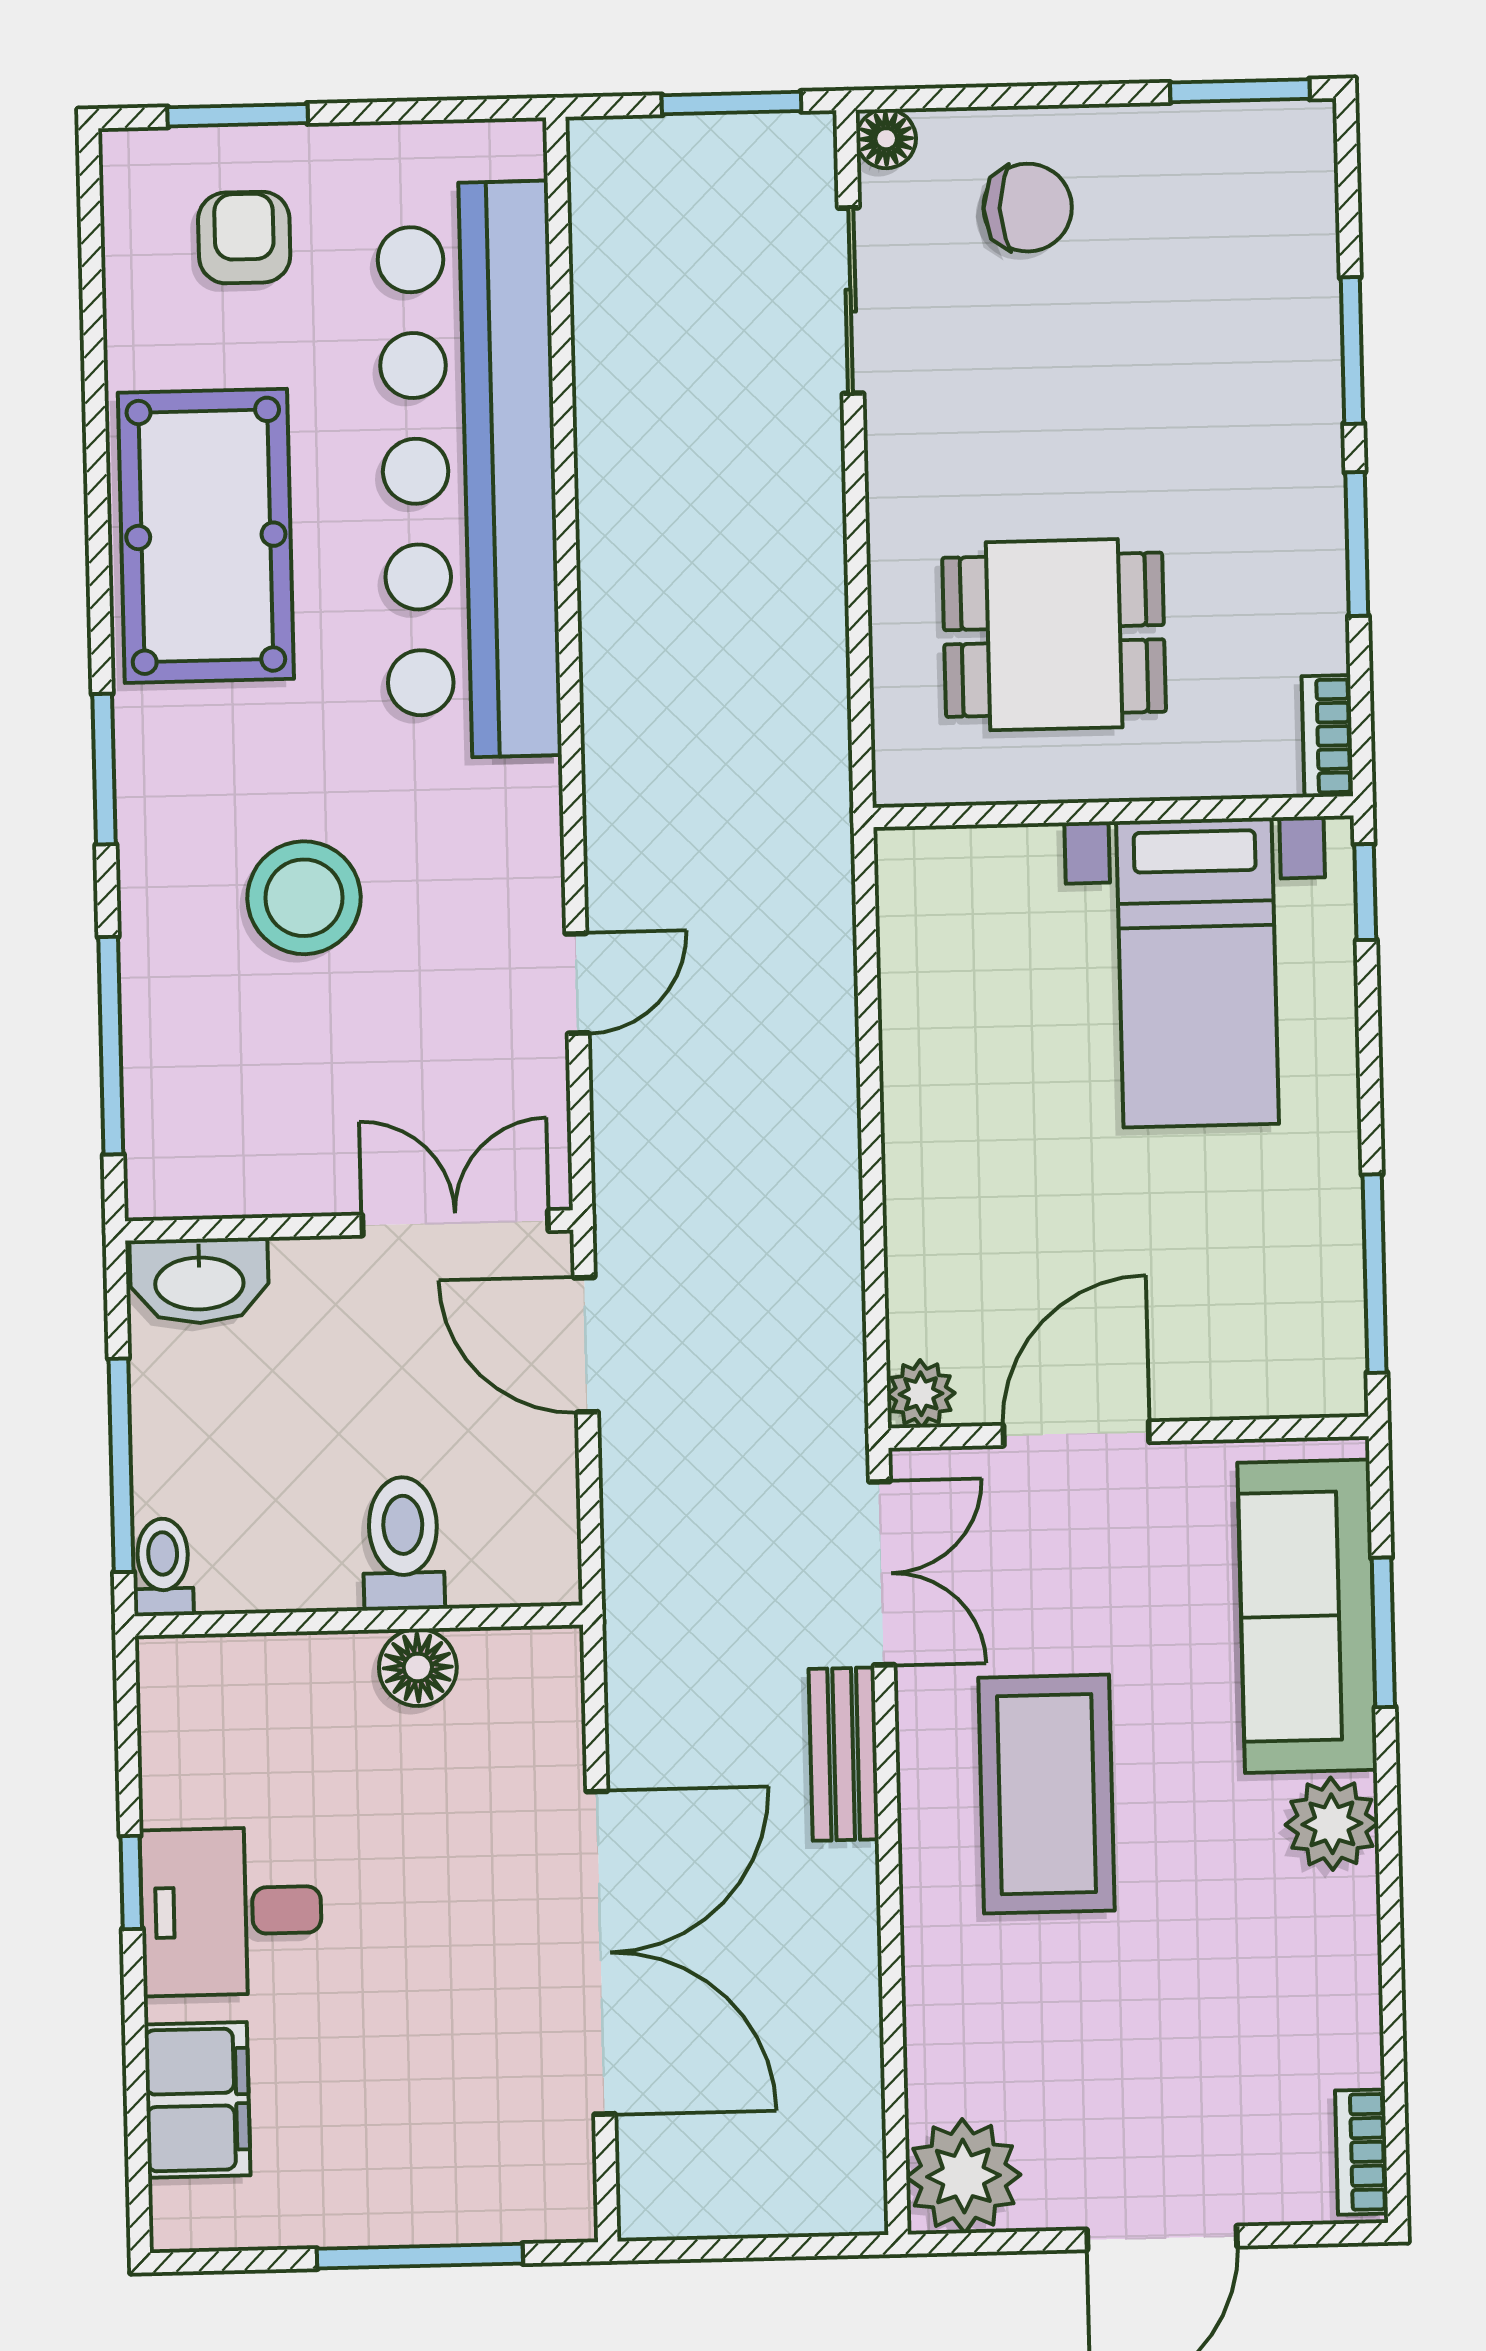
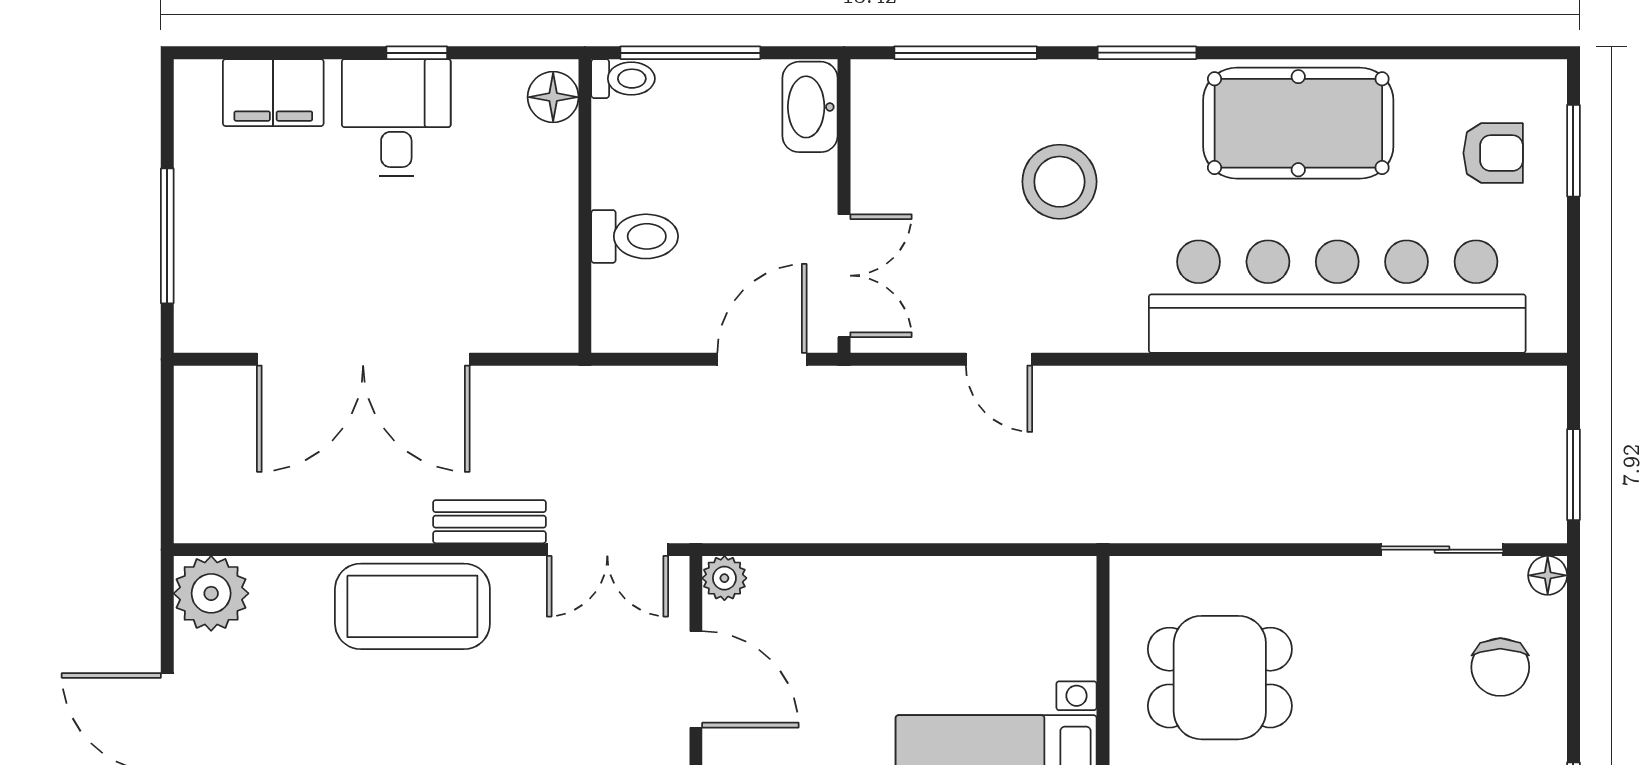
dining table: (1054, 635) -> (1220, 678), turned 90
floor lamp: (418, 1667) -> (553, 97), moved
coffee table: (1047, 1794) -> (412, 606), moved

